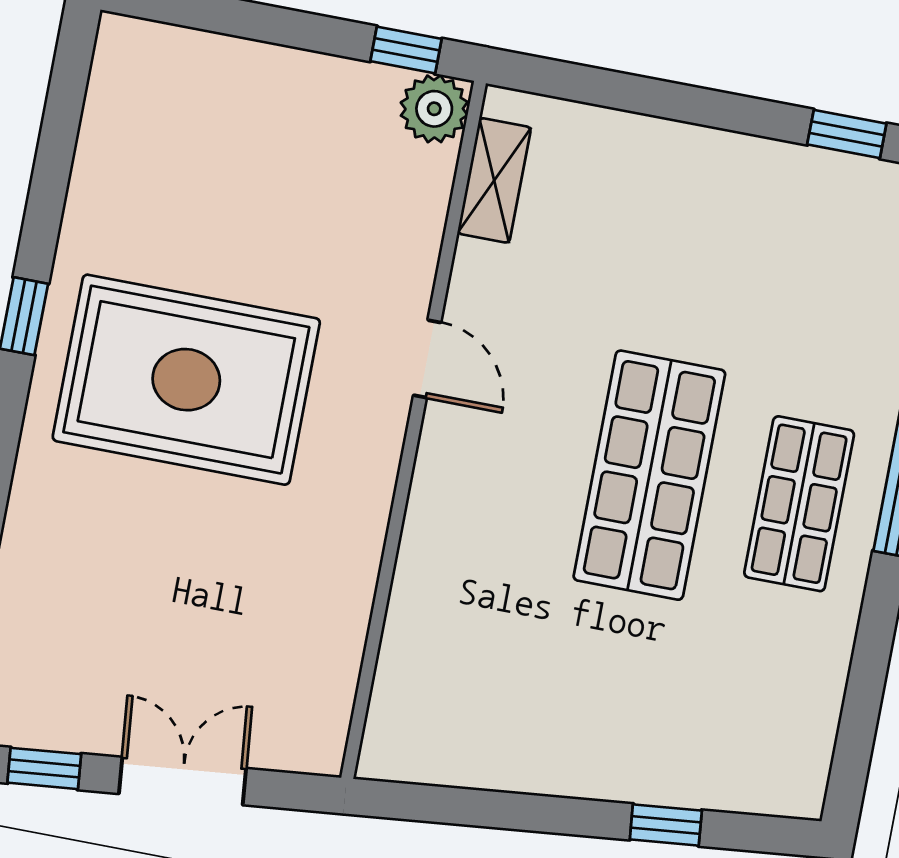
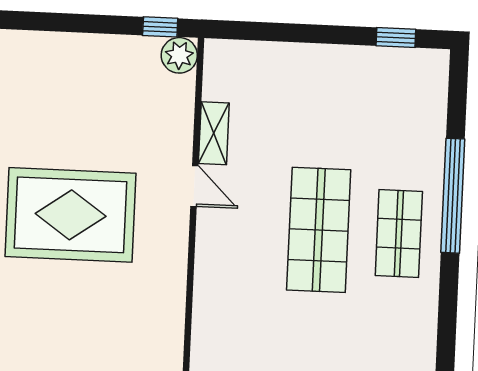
shelving: (494, 180) -> (214, 133), moved

